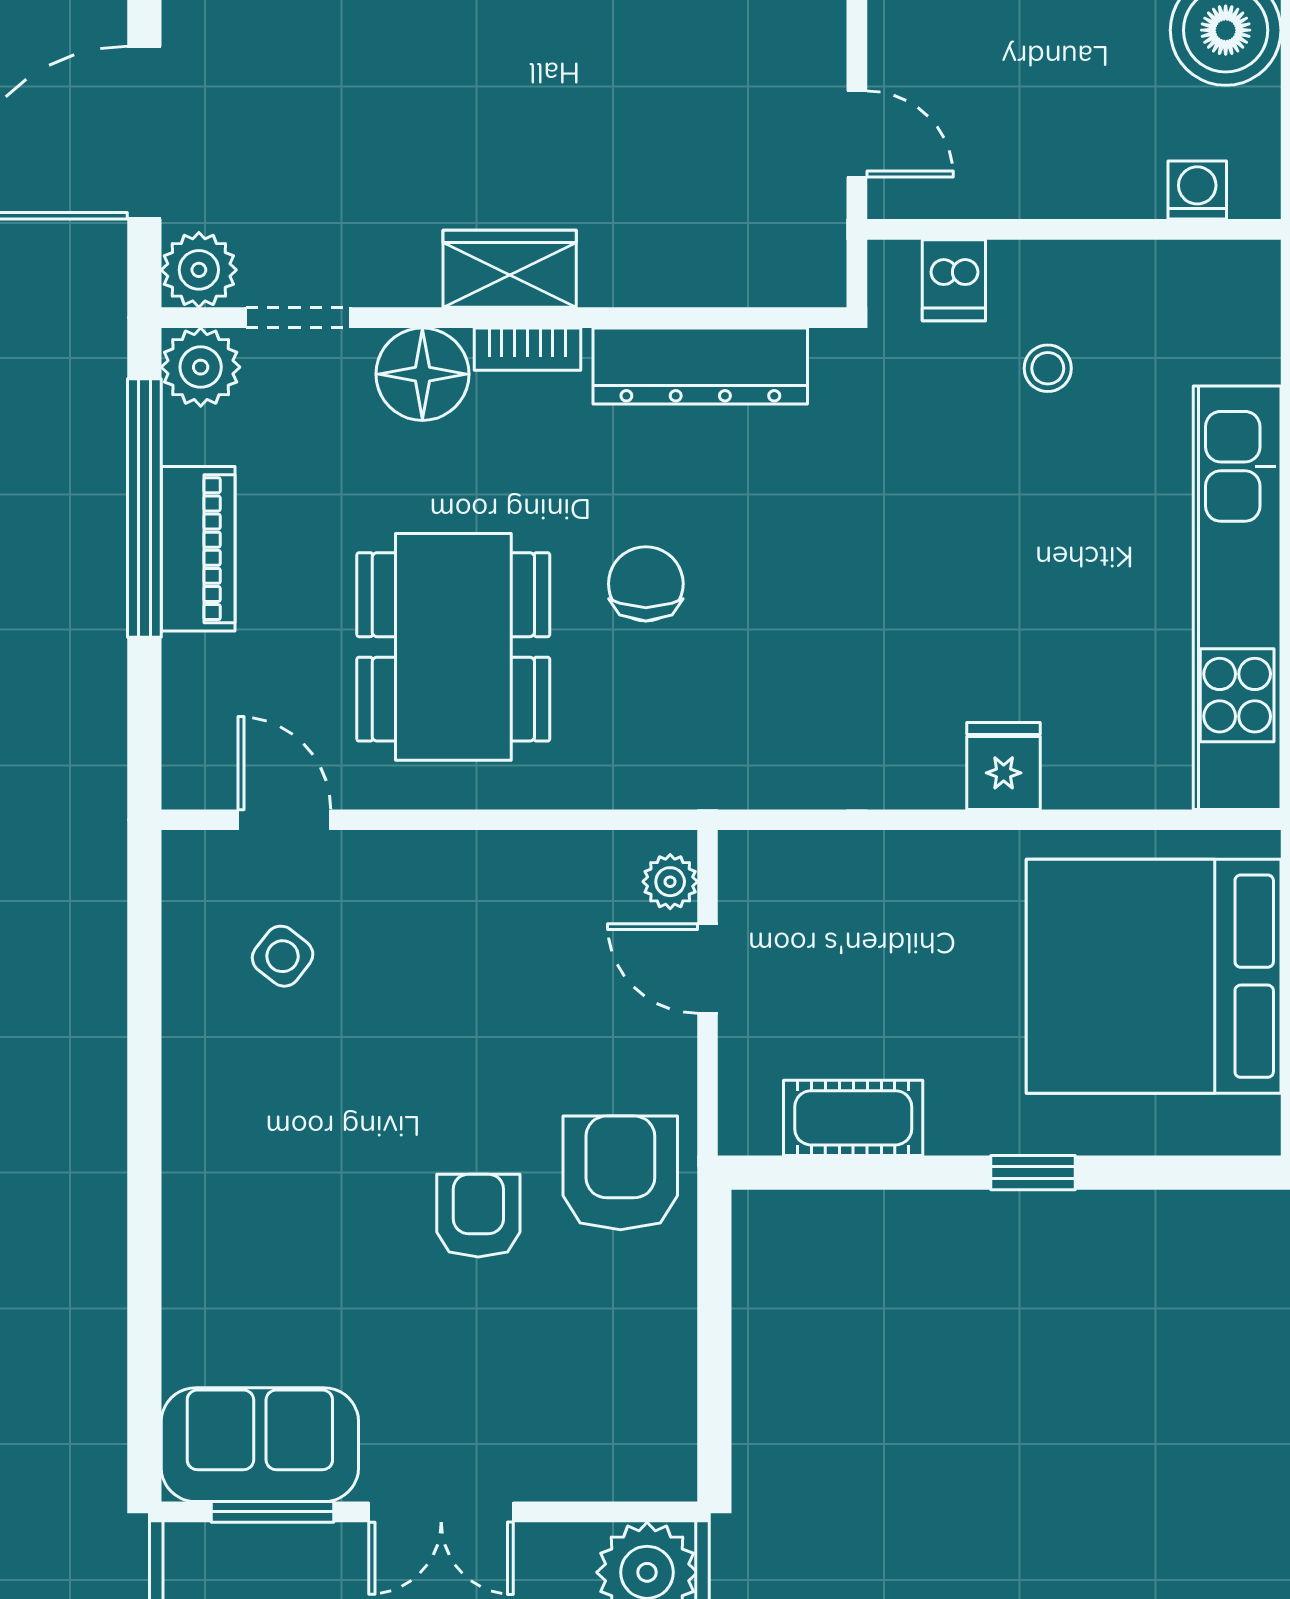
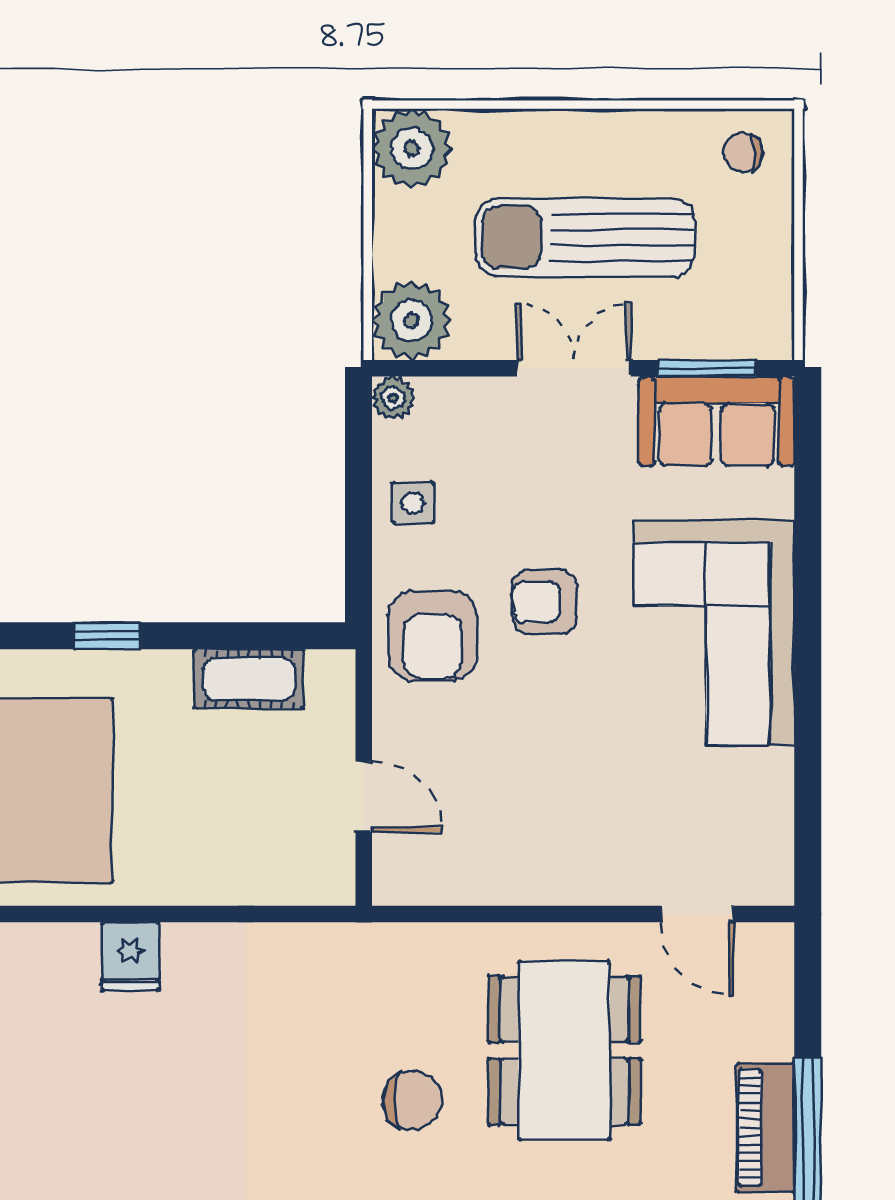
chair: (646, 584) -> (412, 1100), turned -90
plant: (670, 882) -> (393, 398), moved
side table: (283, 956) -> (413, 503), moved, turned -38
corner sofa: (263, 1176) -> (714, 633), added
armchair: (478, 1216) -> (544, 602), turned 90

